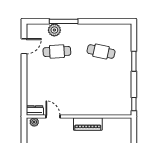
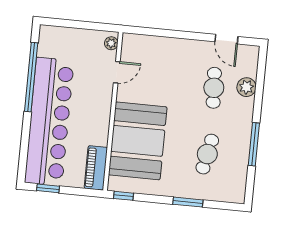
window: (64, 21) -> (254, 144), moved
booth: (97, 98) -> (138, 141), added
dresser: (35, 111) -> (128, 46), removed
piano: (88, 124) -> (96, 168), moved

